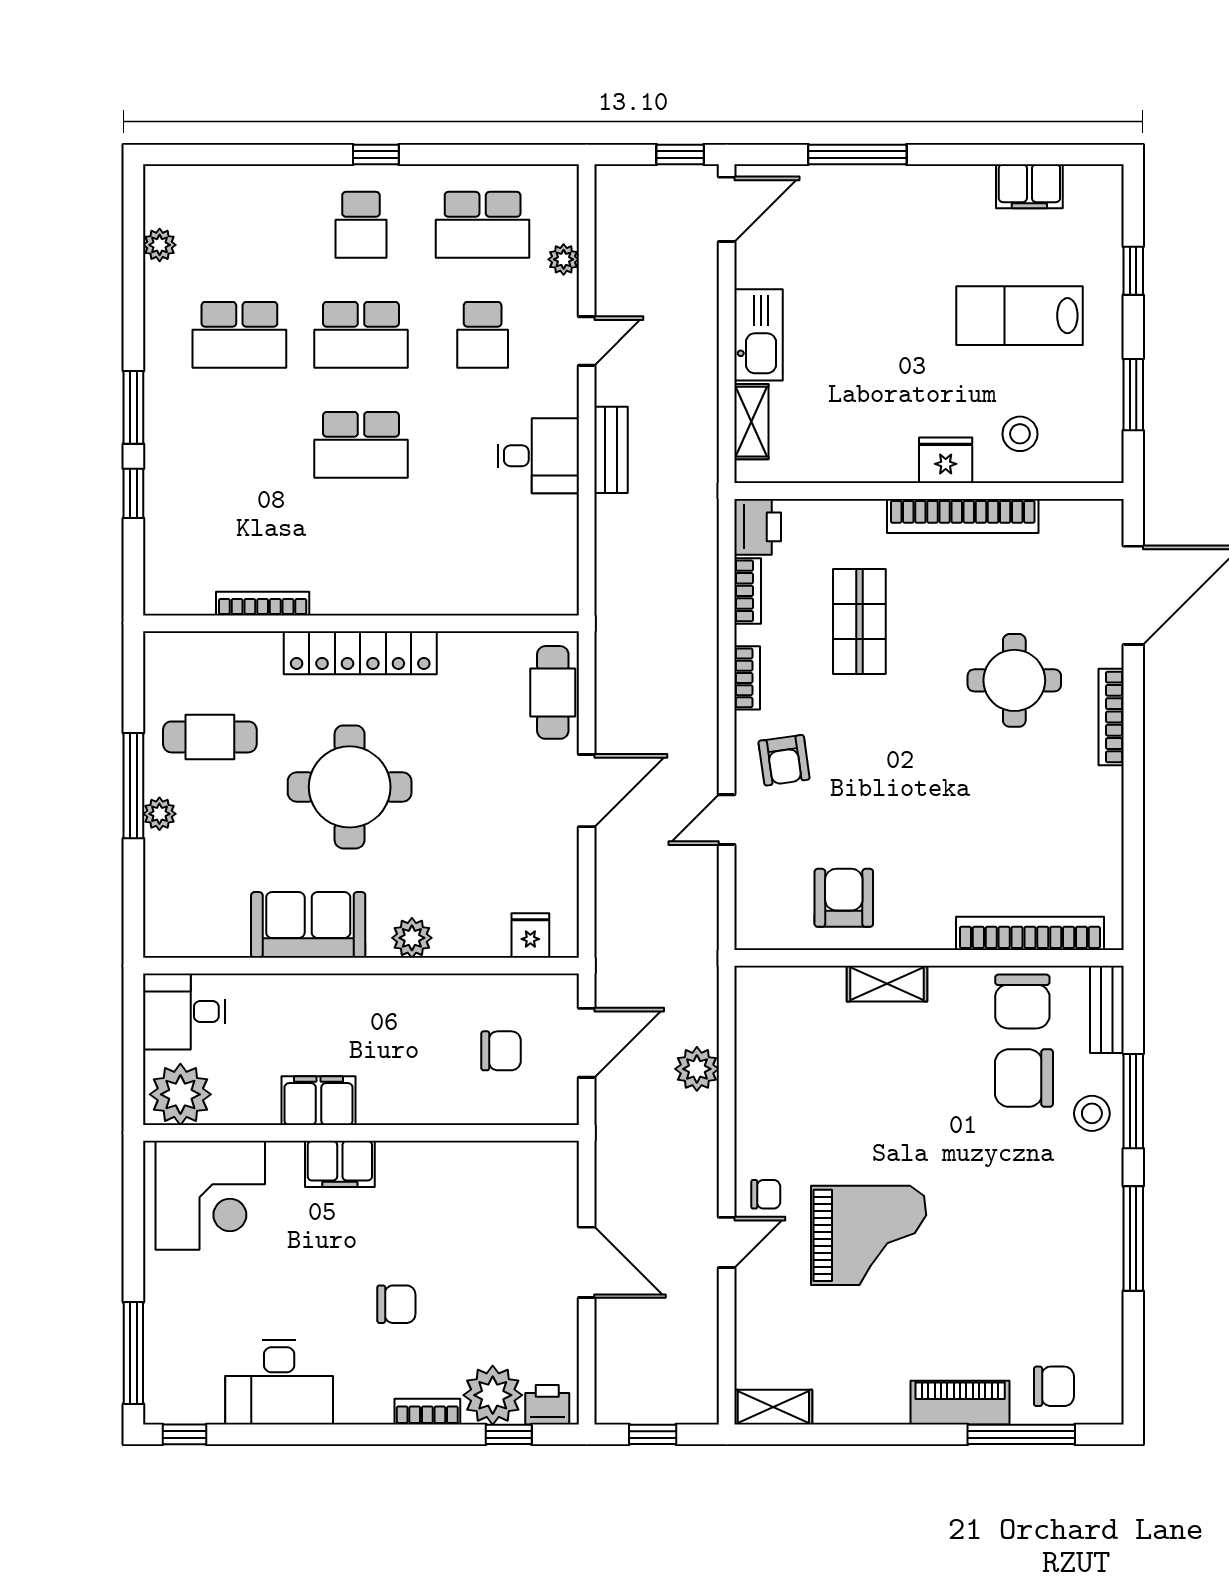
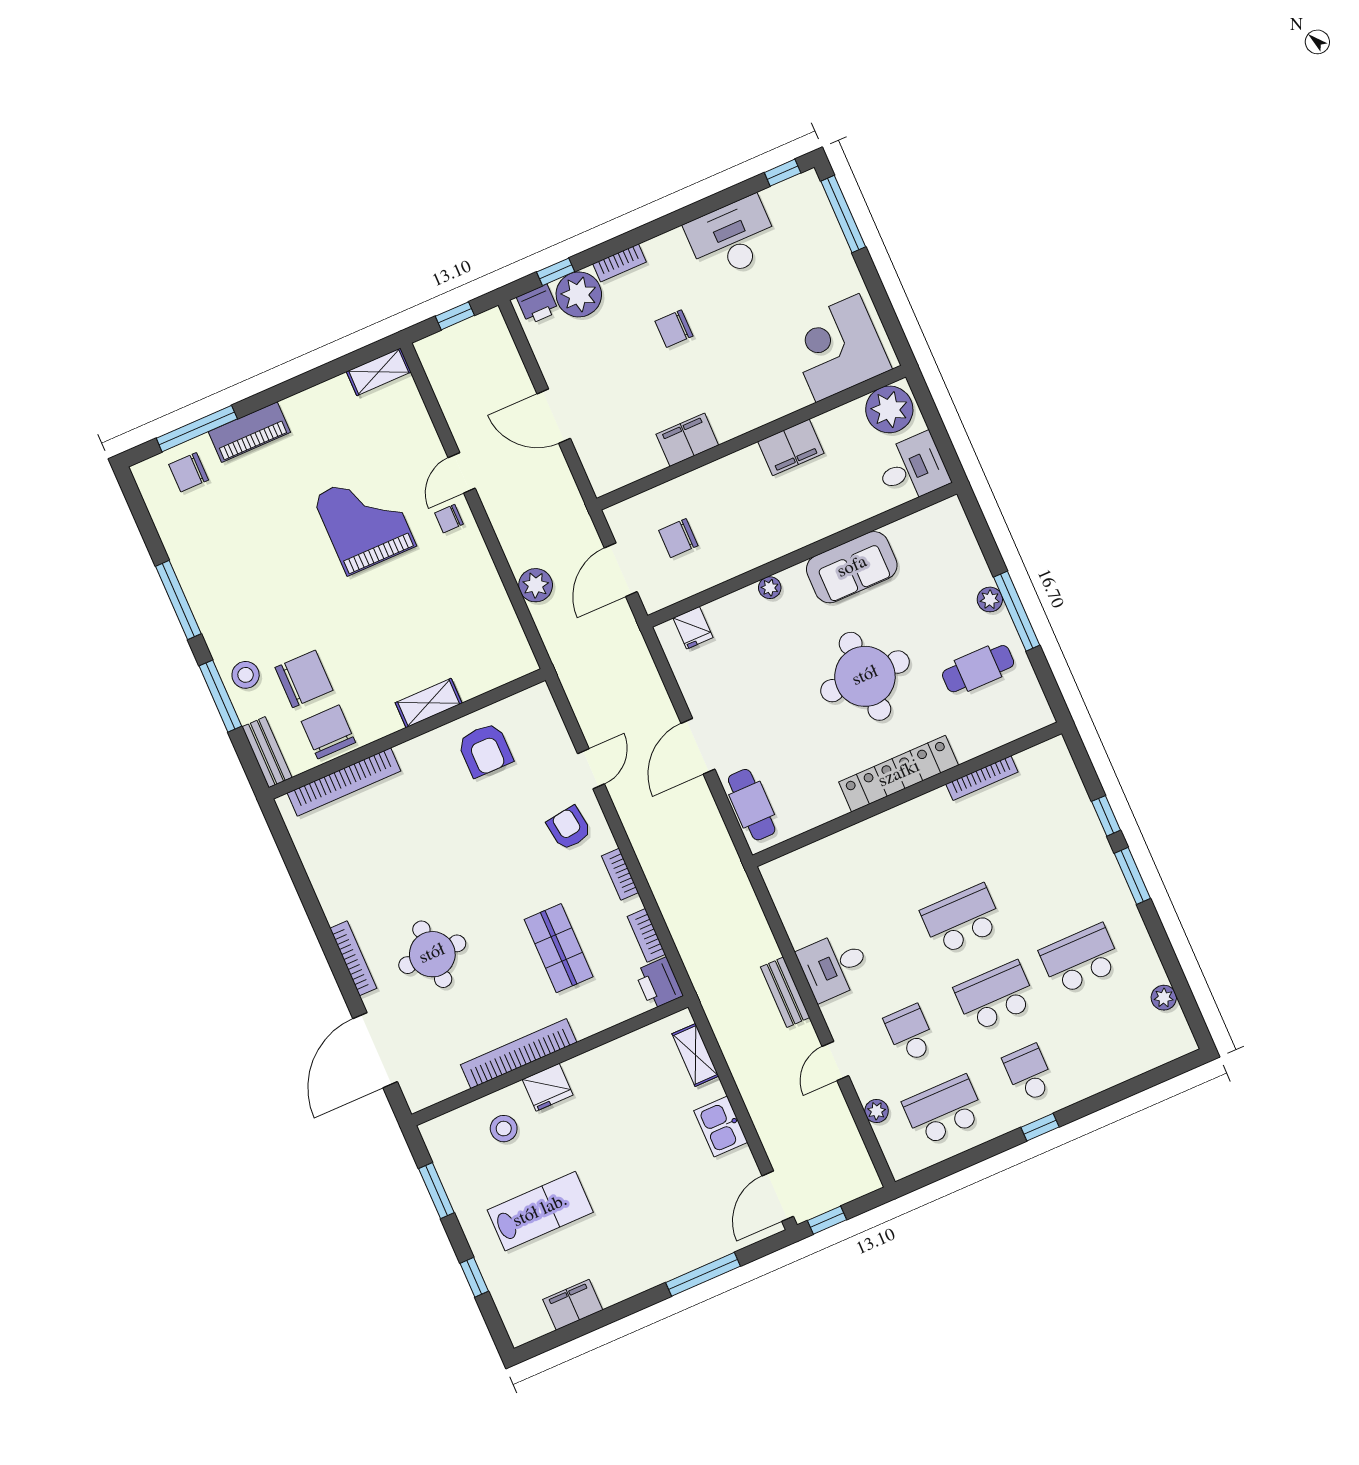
kitchen sink: (759, 335) -> (721, 1127), width x0.73
plant: (412, 938) -> (770, 588), width x0.73, depth x0.73
filing cabinet: (340, 1164) -> (687, 440), moved
grand piano: (869, 1235) -> (364, 521), turned 90

